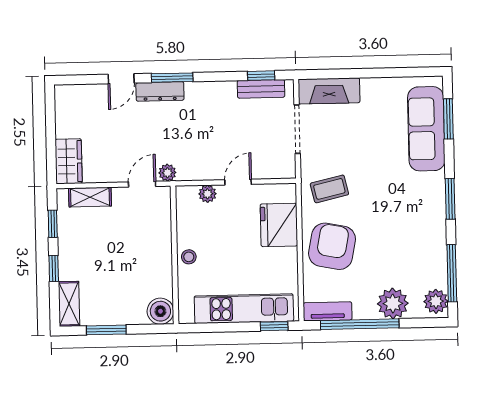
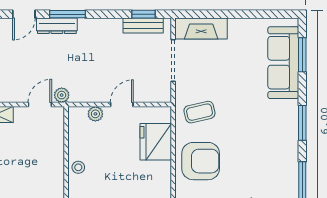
armchair: (332, 246) -> (201, 161), turned 79

